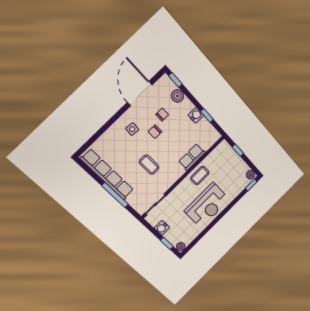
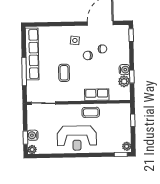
plant: (178, 96) -> (124, 81), moved
water cooler: (162, 228) -> (33, 135), moved

